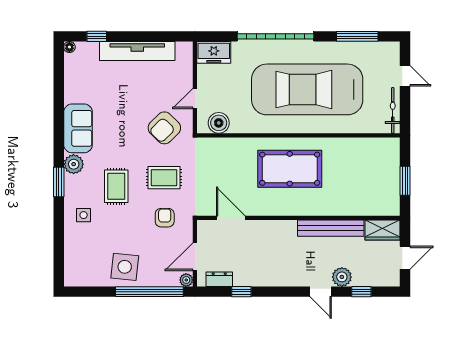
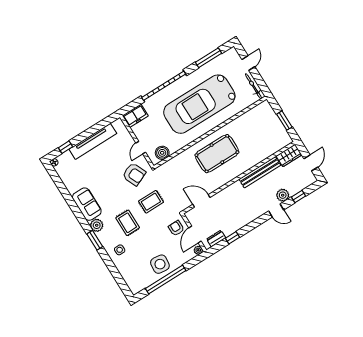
door: (405, 76) -> (248, 63), hinge flipped
armchair: (164, 128) -> (134, 174), turned -69
armchair: (165, 218) -> (176, 228), moved
window: (149, 292) -> (166, 280), moved

